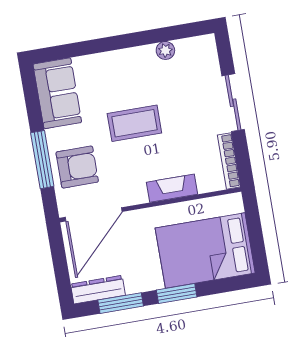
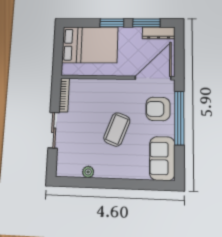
coffee table: (134, 123) -> (117, 129), turned -69
window: (42, 160) -> (179, 118), width x1.46
fireplace: (172, 188) -> (102, 85), removed

